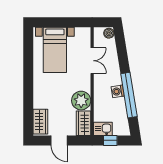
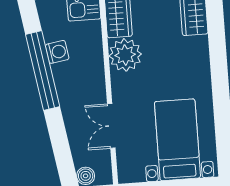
washing machine: (118, 91) -> (57, 52), moved

